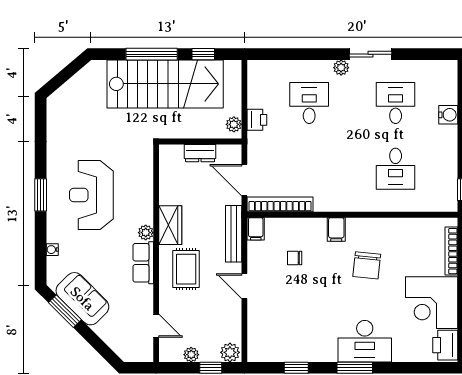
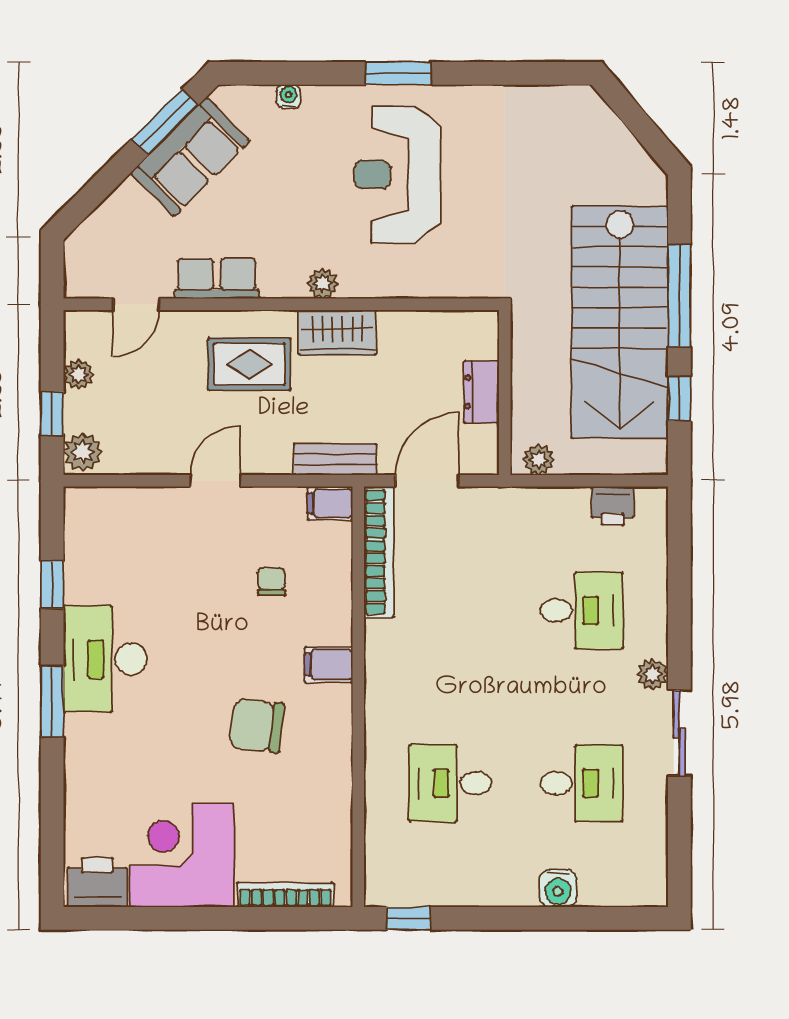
printer: (257, 120) -> (613, 506), moved
reception desk: (91, 195) -> (398, 175), turned -90
bench: (234, 234) -> (335, 459), width x0.73
row of seats: (143, 263) -> (217, 278), moved
desk: (365, 341) -> (105, 659), moved

